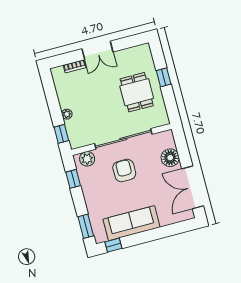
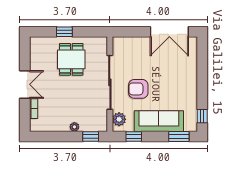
dining table: (137, 92) -> (71, 59), turned 90
floor lamp: (170, 158) -> (138, 45), removed
sofa: (132, 223) -> (159, 121), moved, turned 90

